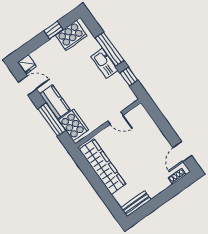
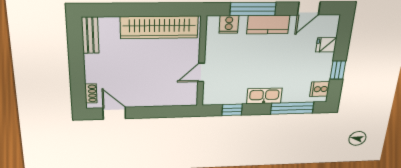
cooker: (71, 36) -> (320, 89), width x0.53, depth x0.76
window: (109, 49) -> (292, 108), moved
fridge: (27, 64) -> (326, 45), moved
cooker: (74, 125) -> (229, 24), width x0.53, depth x0.76

